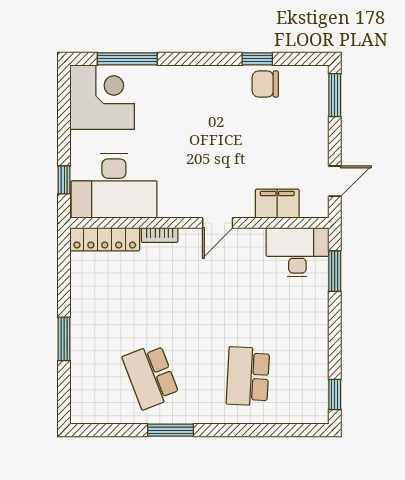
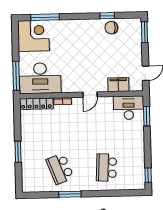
window: (64, 180) -> (16, 76), width x2.17

